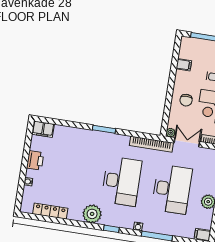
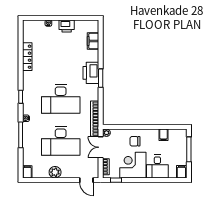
filing cabinet: (43, 129) -> (93, 41), moved
printer: (96, 140) -> (91, 73), added
double door: (187, 142) -> (101, 147), swing flipped
locker: (50, 211) -> (27, 57), moved
plant: (92, 214) -> (30, 79), removed

